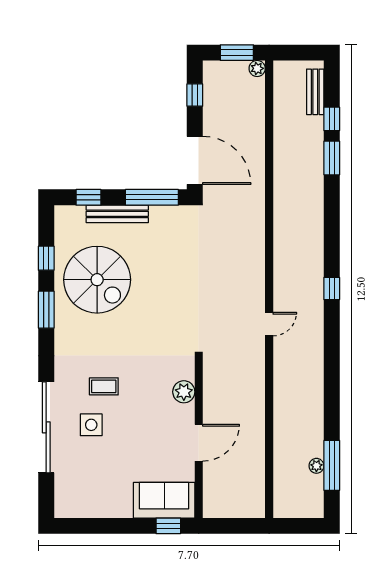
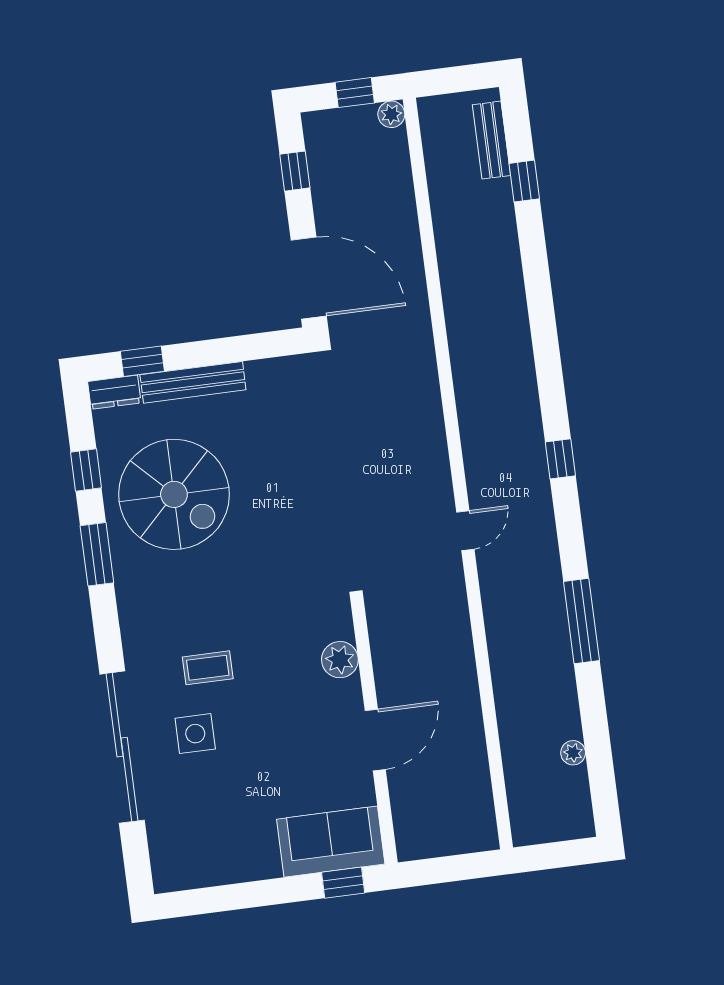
window: (237, 53) -> (355, 93), width x0.67
window: (332, 158) -> (533, 245), removed
window: (152, 197) -> (246, 348), removed
dresser: (69, 214) -> (114, 392), added
window: (332, 465) -> (581, 621), moved

